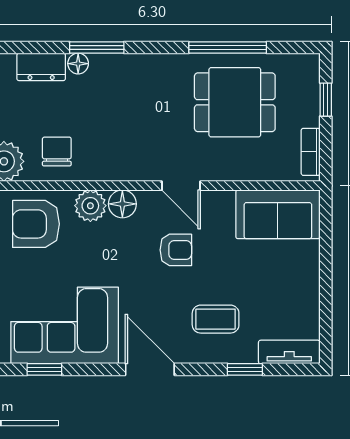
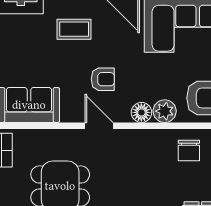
armchair: (176, 250) -> (103, 79), turned 180

